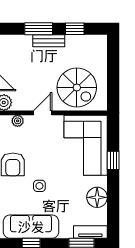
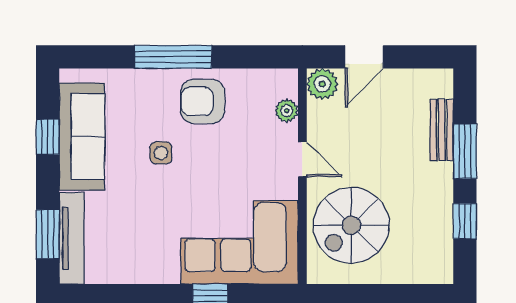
bench: (49, 41) -> (442, 130), moved
floor lamp: (97, 197) -> (139, 264), removed
tv unit: (90, 232) -> (72, 238), width x1.41

